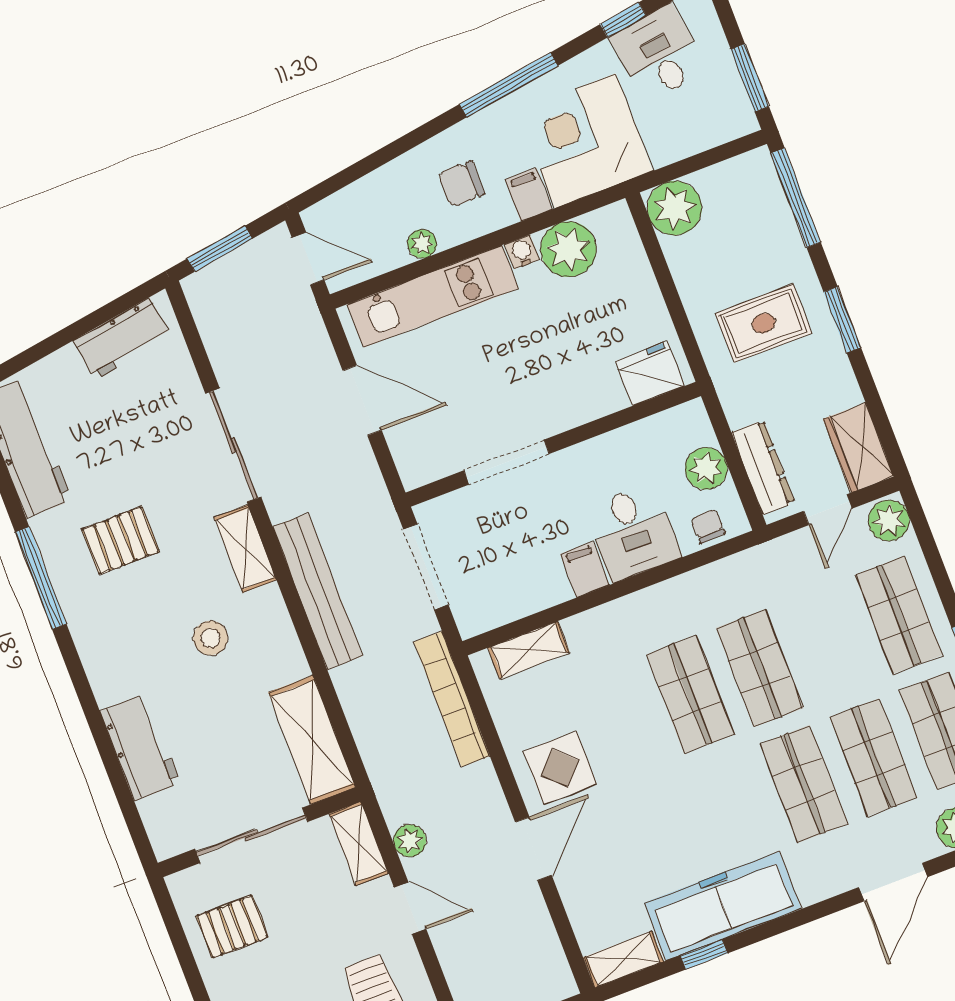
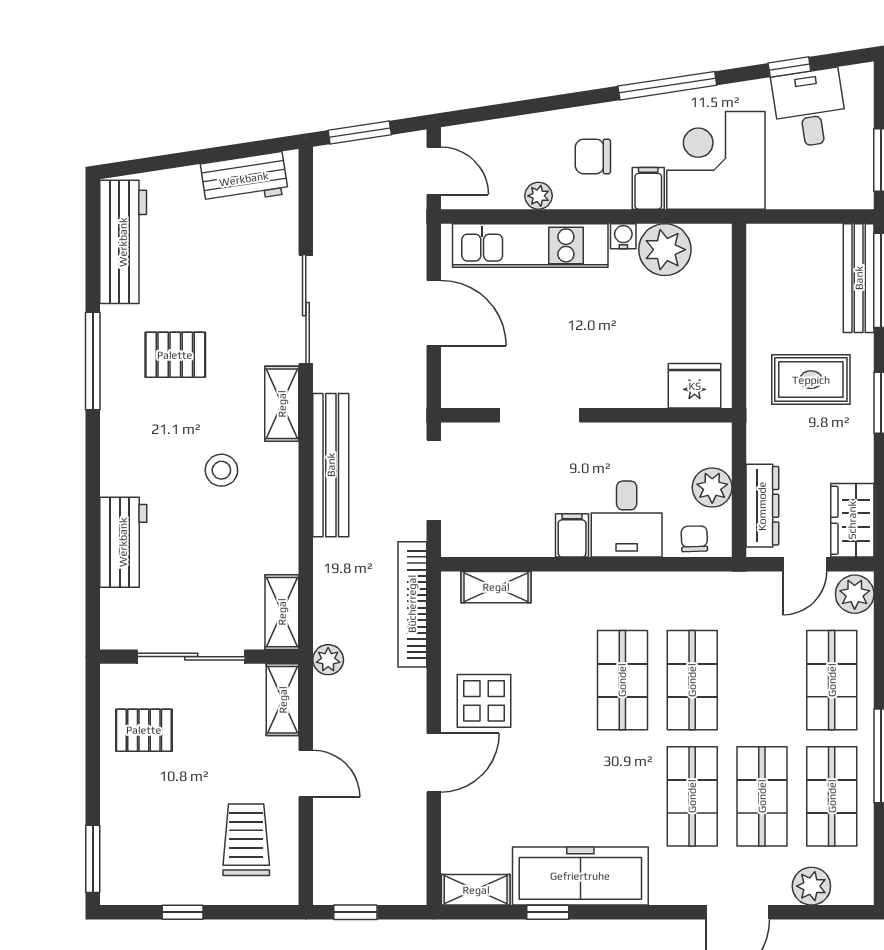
bench: (772, 204) -> (859, 278), added
plant: (675, 208) -> (772, 249), removed
shelving: (312, 740) -> (282, 612), width x0.67, depth x0.75
plant: (410, 841) -> (328, 660), moved

